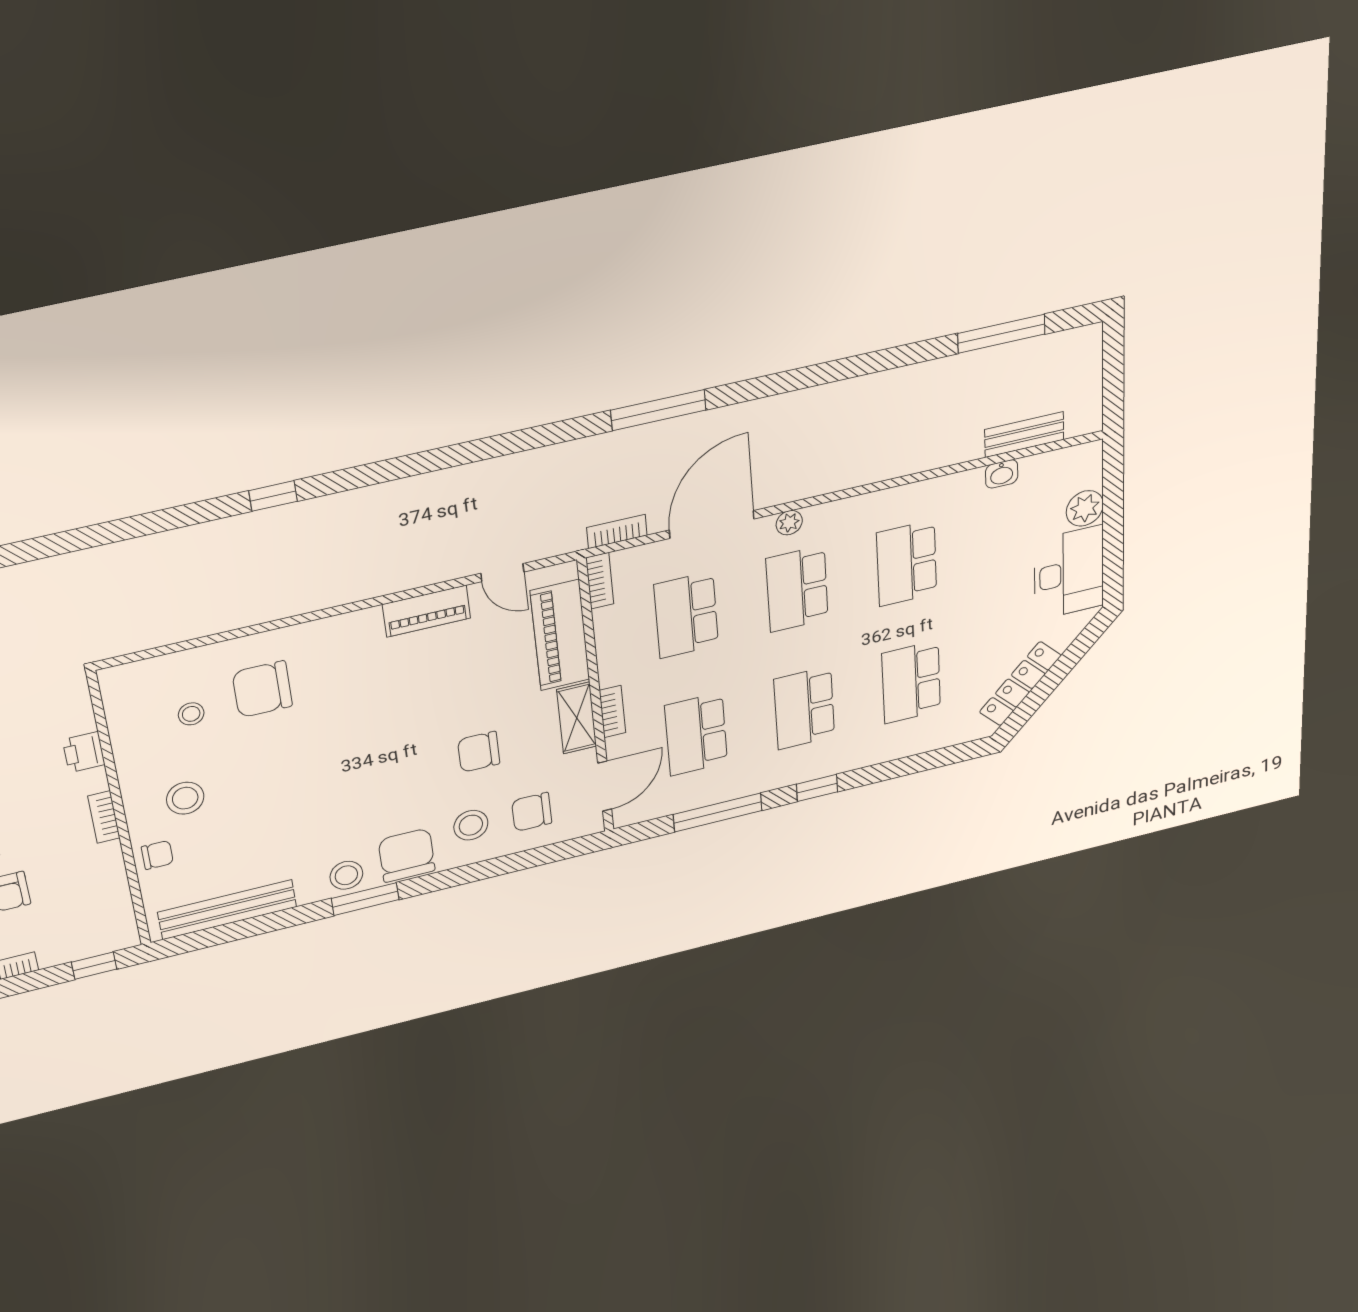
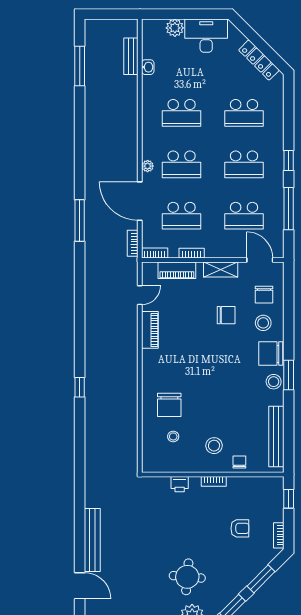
piano: (560, 635) -> (177, 270), width x0.73, depth x0.75
bookcase: (612, 712) -> (192, 253), moved
chair: (479, 752) -> (226, 315), turned -90

